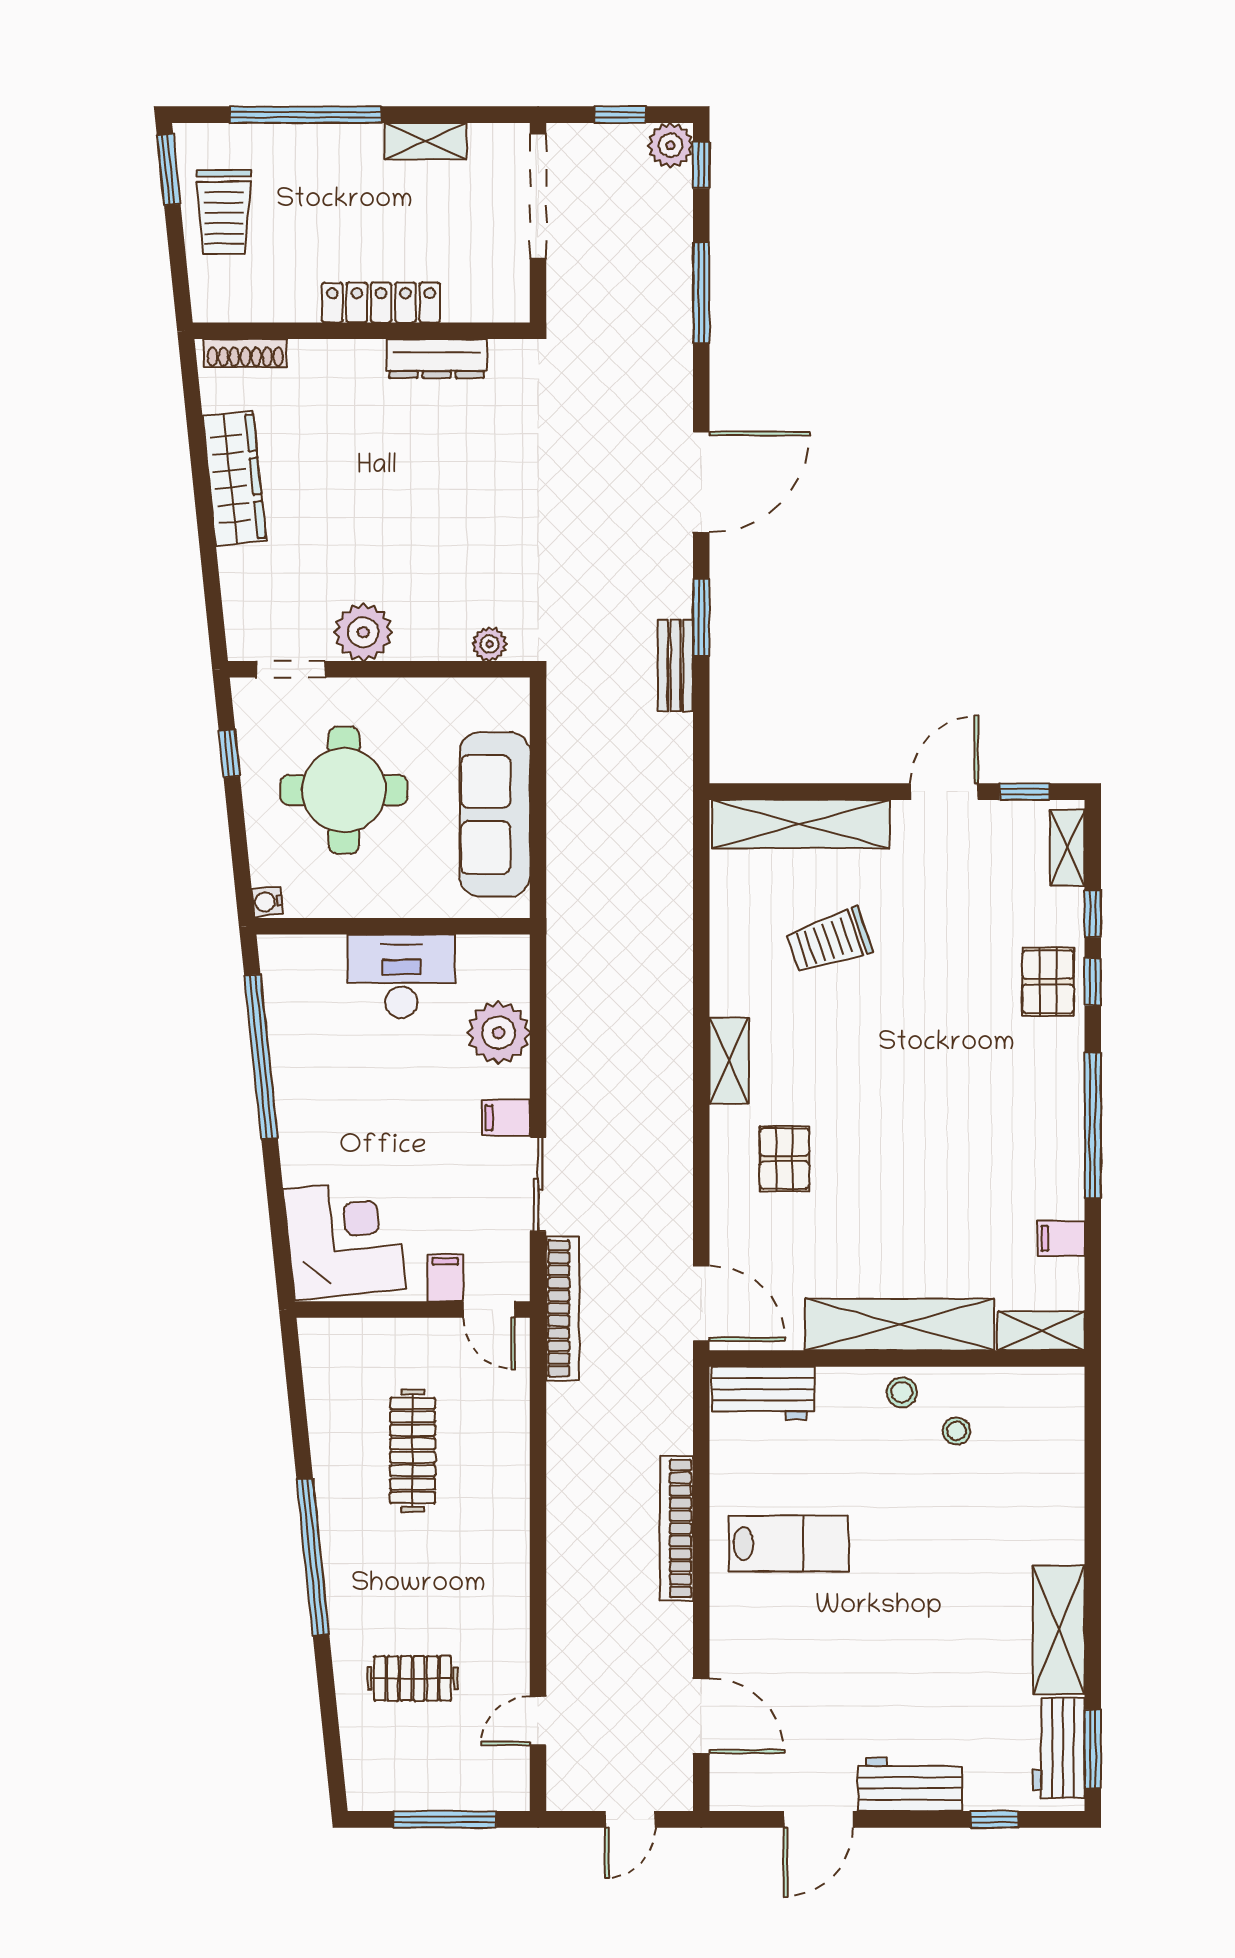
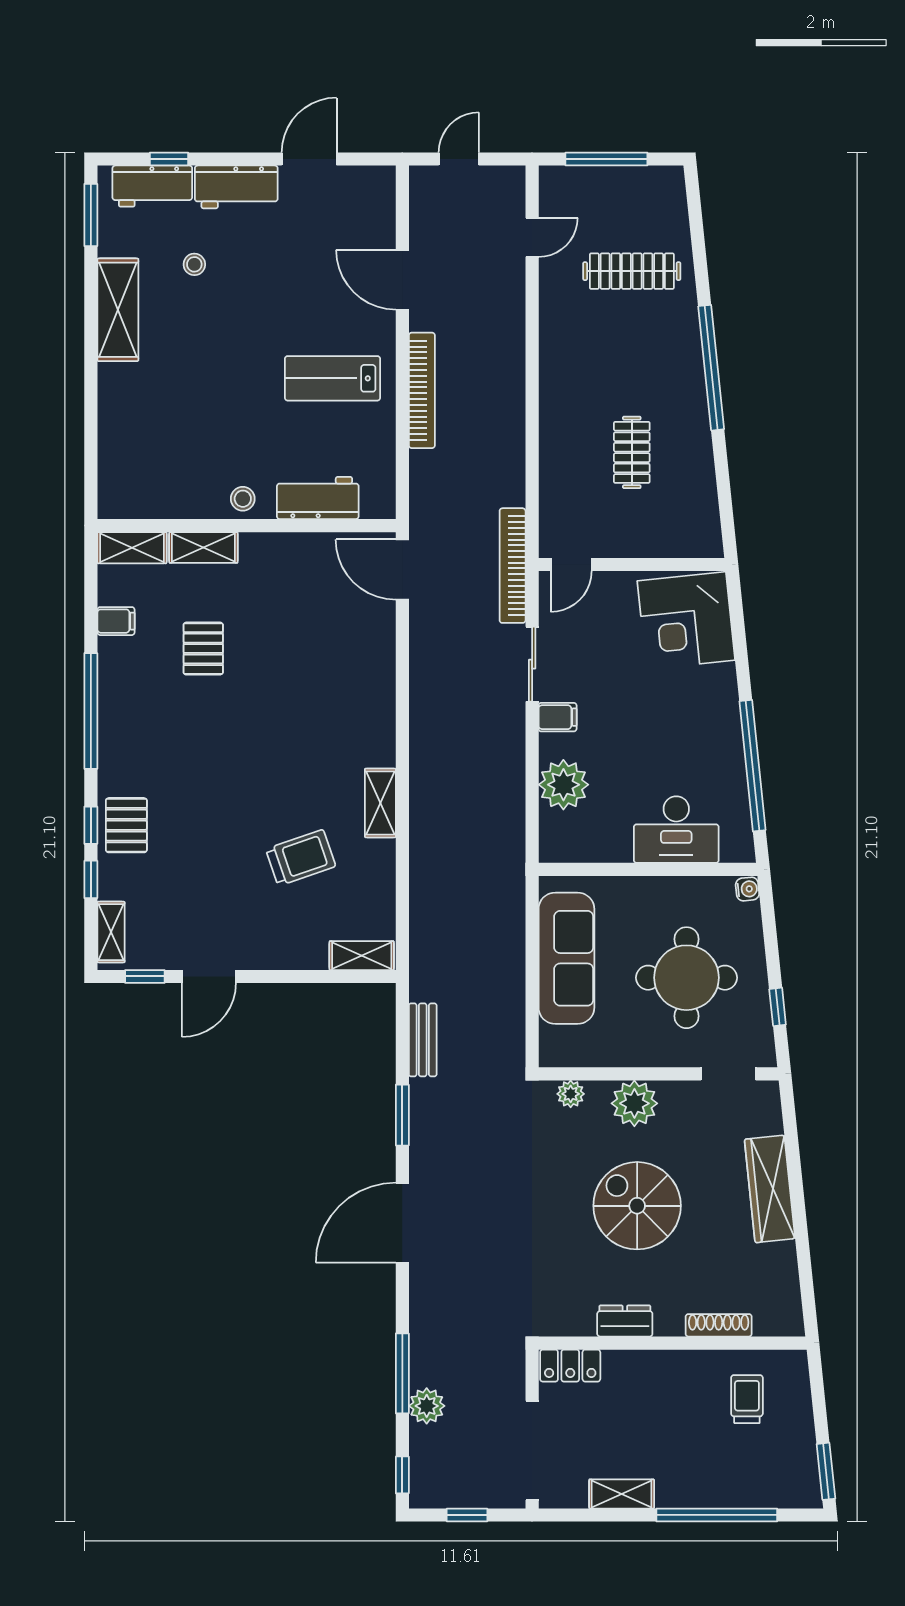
plant: (671, 145) -> (427, 1406), moved
trolley: (224, 212) -> (747, 1399), moved, width x0.73, depth x0.72
locker: (381, 302) -> (570, 1366), moved, width x0.66
shoe rack: (245, 353) -> (719, 1325), moved
dresser: (437, 358) -> (625, 1321), width x0.70
wardrobe: (234, 478) -> (770, 1189), moved
spiral stairs: (406, 503) -> (637, 1206), added
plant: (363, 632) -> (634, 1103), moved
bench: (676, 666) -> (423, 1040), moved
shelving: (801, 824) -> (362, 956), width x0.45, depth x0.75
desk: (401, 976) -> (676, 830), moved
shelving: (729, 1061) -> (380, 803), moved
pallet: (784, 1159) -> (203, 649), moved
filing cabinet: (445, 1278) -> (606, 590), removed
door: (489, 1310) -> (571, 565), swing flipped
shelving: (899, 1325) -> (203, 547), width x0.45, depth x0.75
workbench: (763, 1393) -> (318, 498), moved
stool: (956, 1431) -> (194, 264), moved
clothes rail: (413, 1451) -> (632, 452), width x0.73
clothes rail: (413, 1678) -> (632, 271), width x1.36
door: (701, 1716) -> (402, 280), moved
workbench: (1059, 1748) -> (152, 186), moved, turned 90

